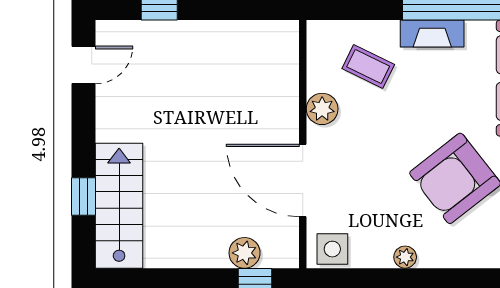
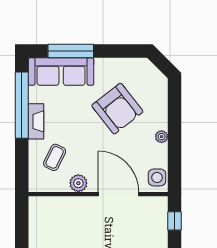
door: (303, 180) -> (119, 194), swing flipped
plant: (245, 253) -> (159, 227), removed

